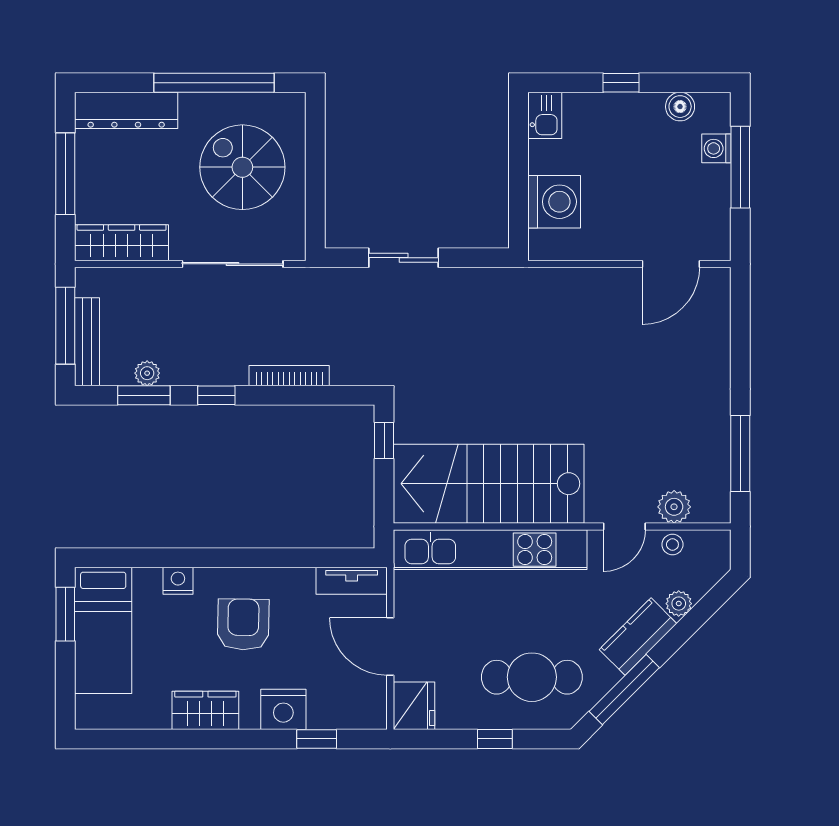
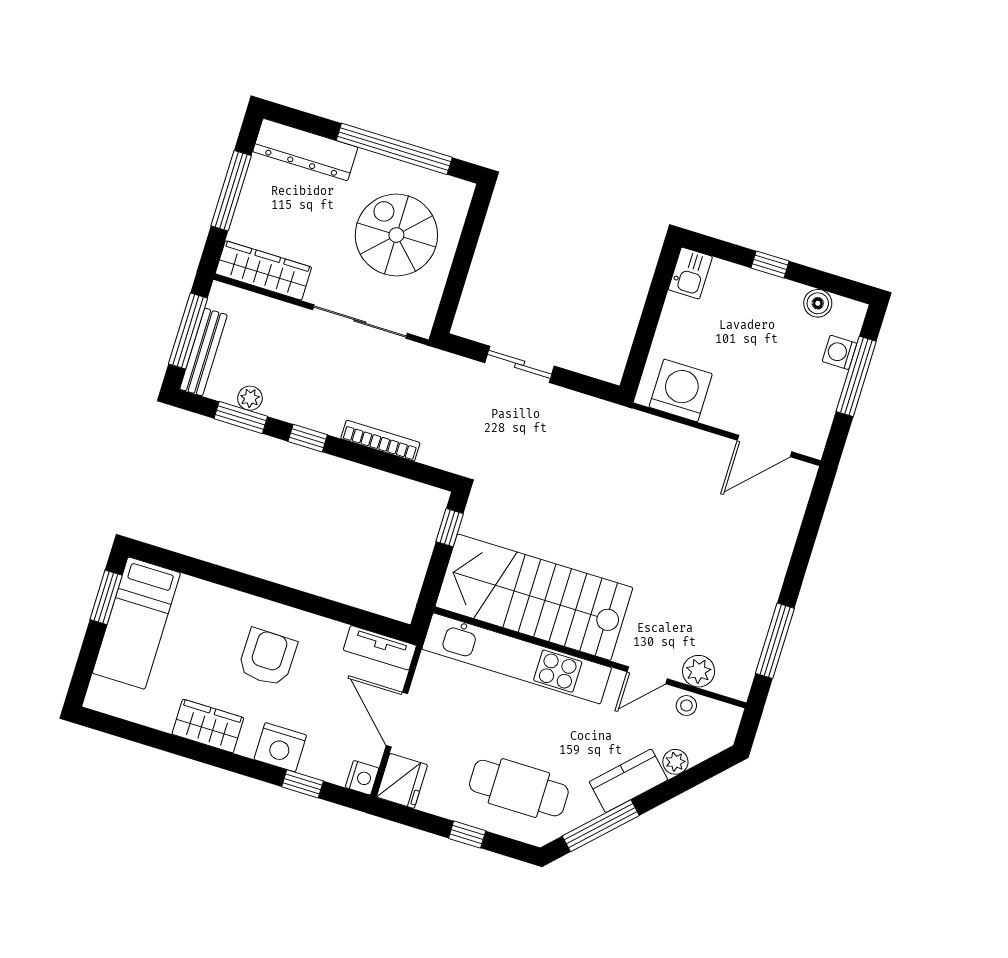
washing machine: (554, 202) -> (681, 390), moved, turned -90
nightstand: (178, 581) -> (362, 778), moved, turned 90

